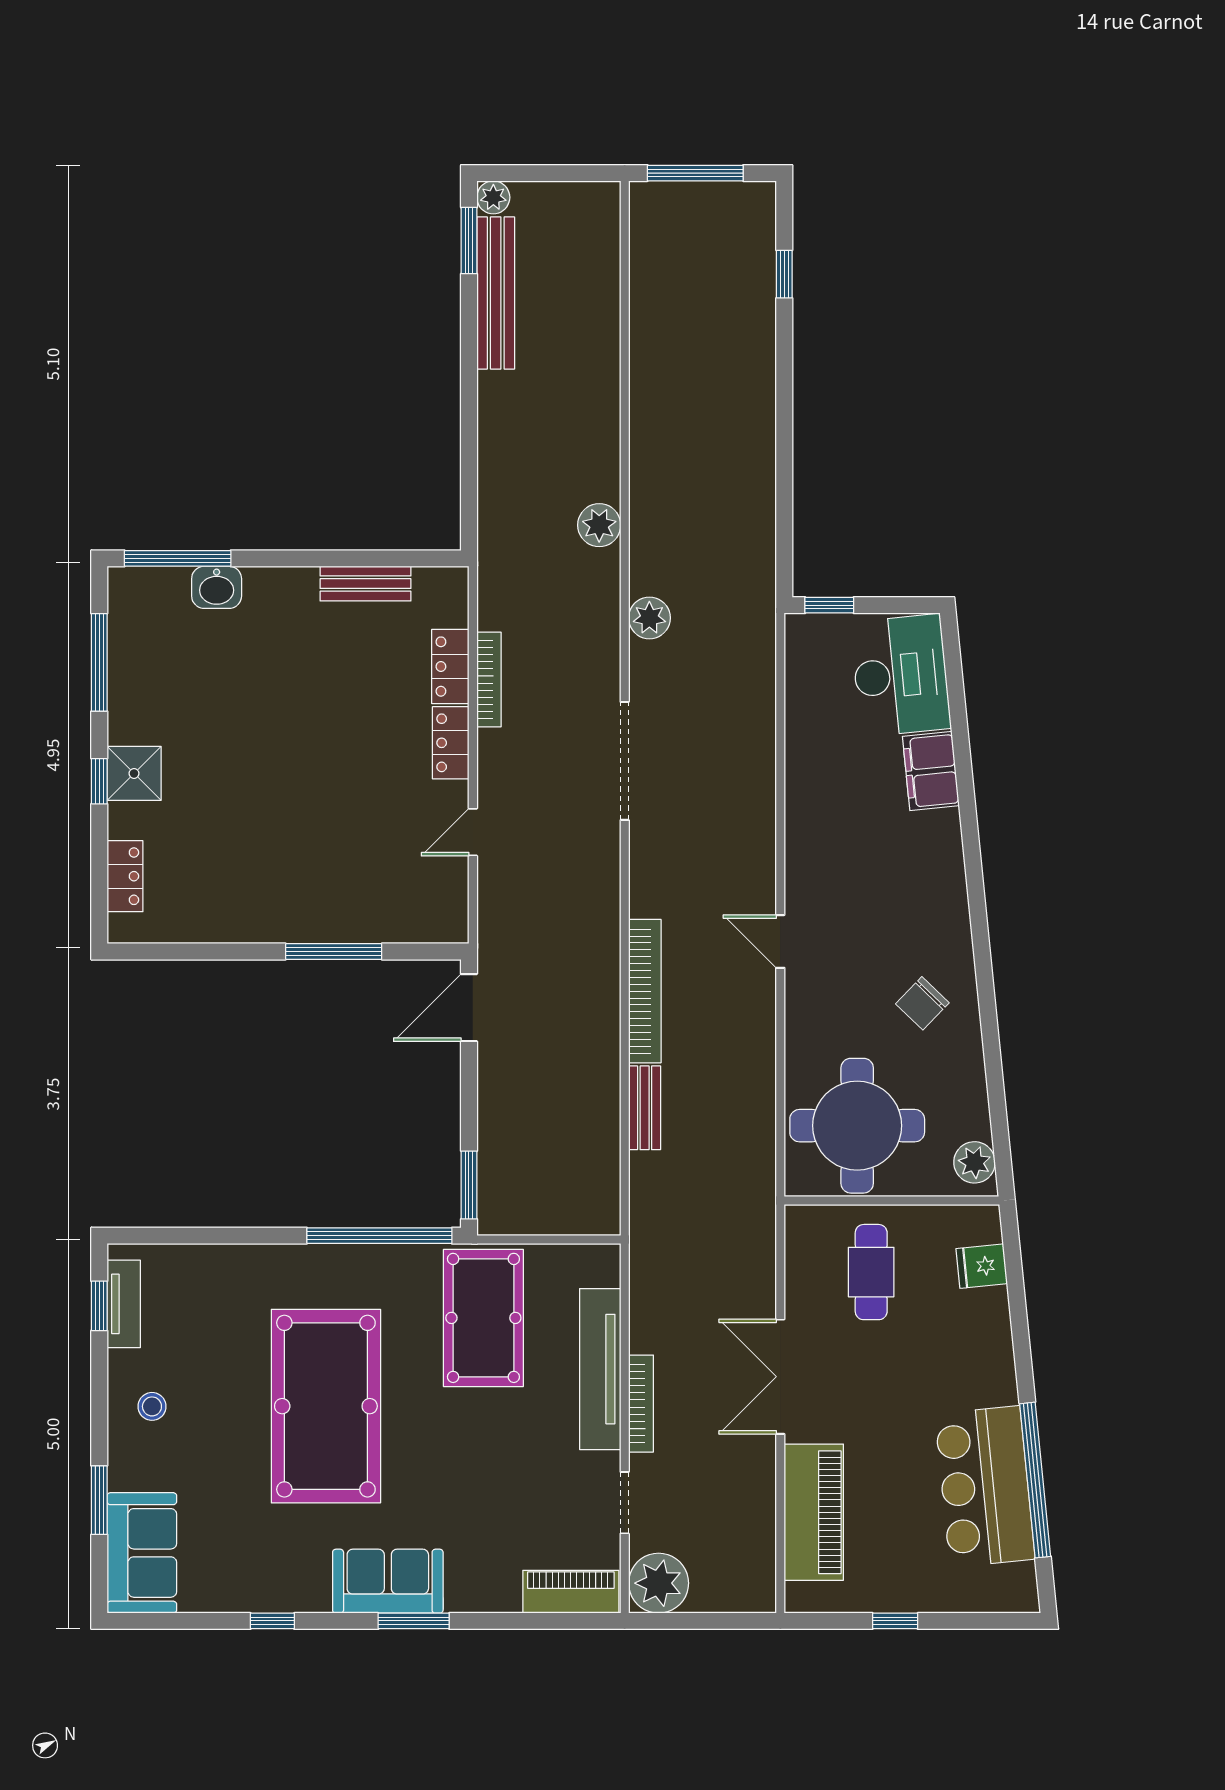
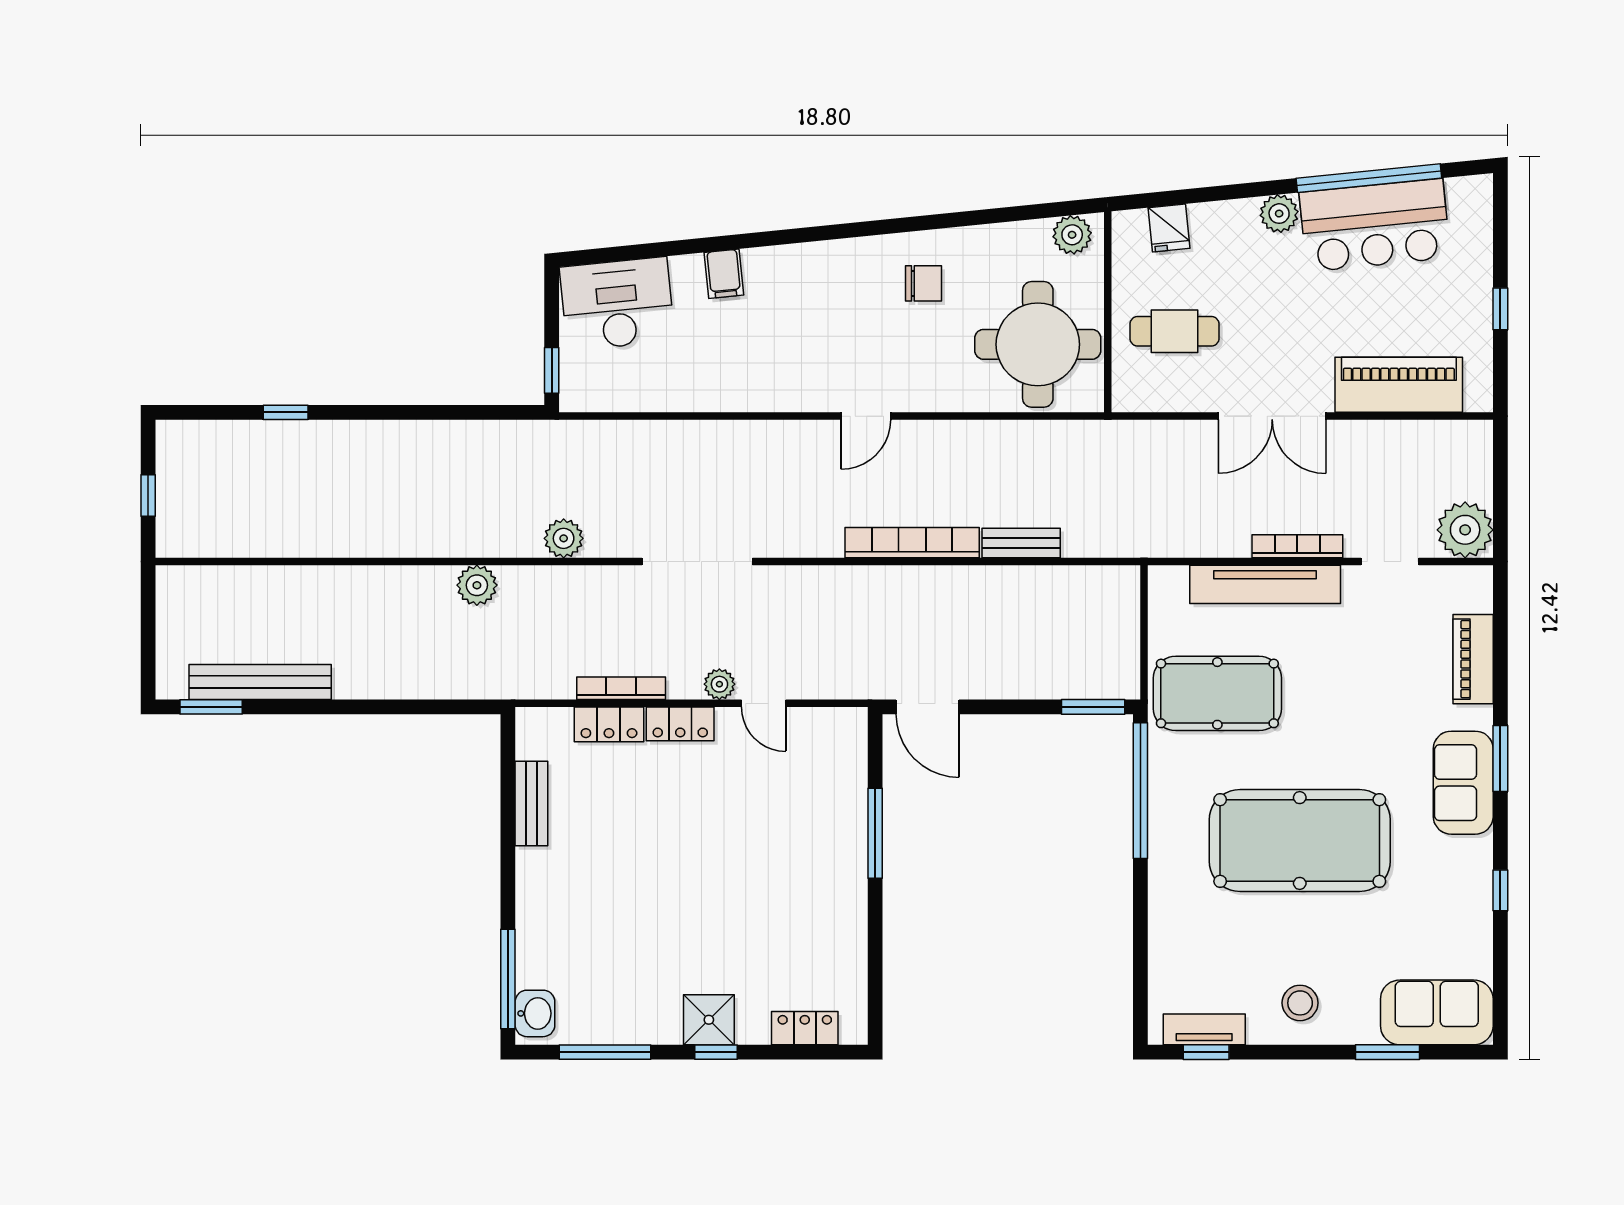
window: (695, 173) -> (148, 496), width x0.46
plant: (493, 197) -> (719, 684), moved
window: (784, 274) -> (286, 412), moved
washbasin: (217, 587) -> (535, 1013), moved
filing cabinet: (931, 771) -> (724, 274), width x0.50
chair: (922, 1003) -> (923, 283), turned -44
plant: (997, 1384) -> (1279, 214), added
stool: (152, 1406) -> (1300, 1003), width x1.37, depth x1.37
piano: (571, 1592) -> (1473, 659), moved

